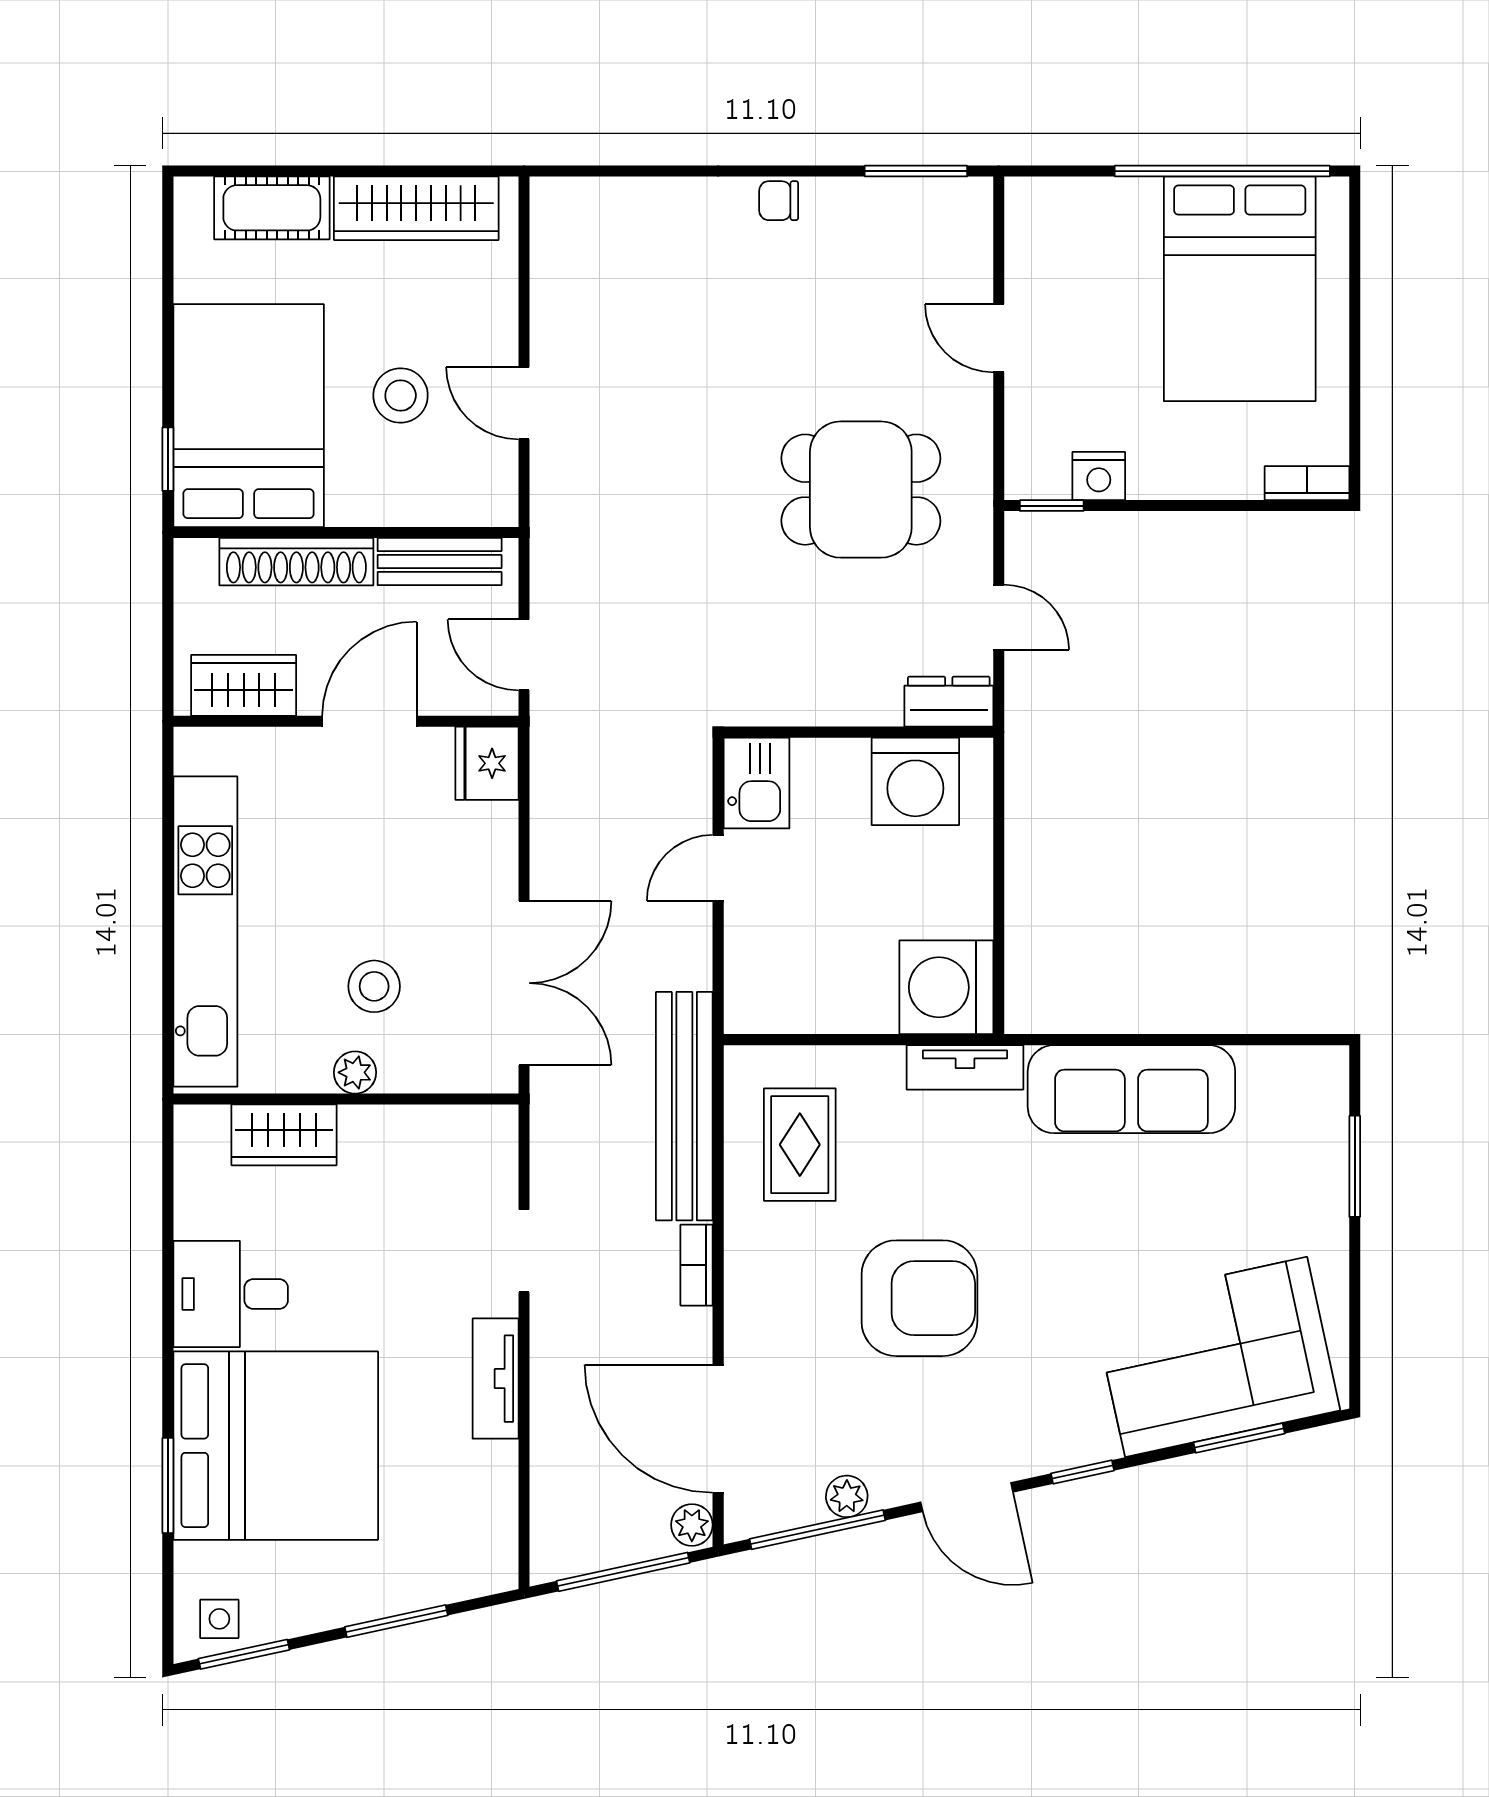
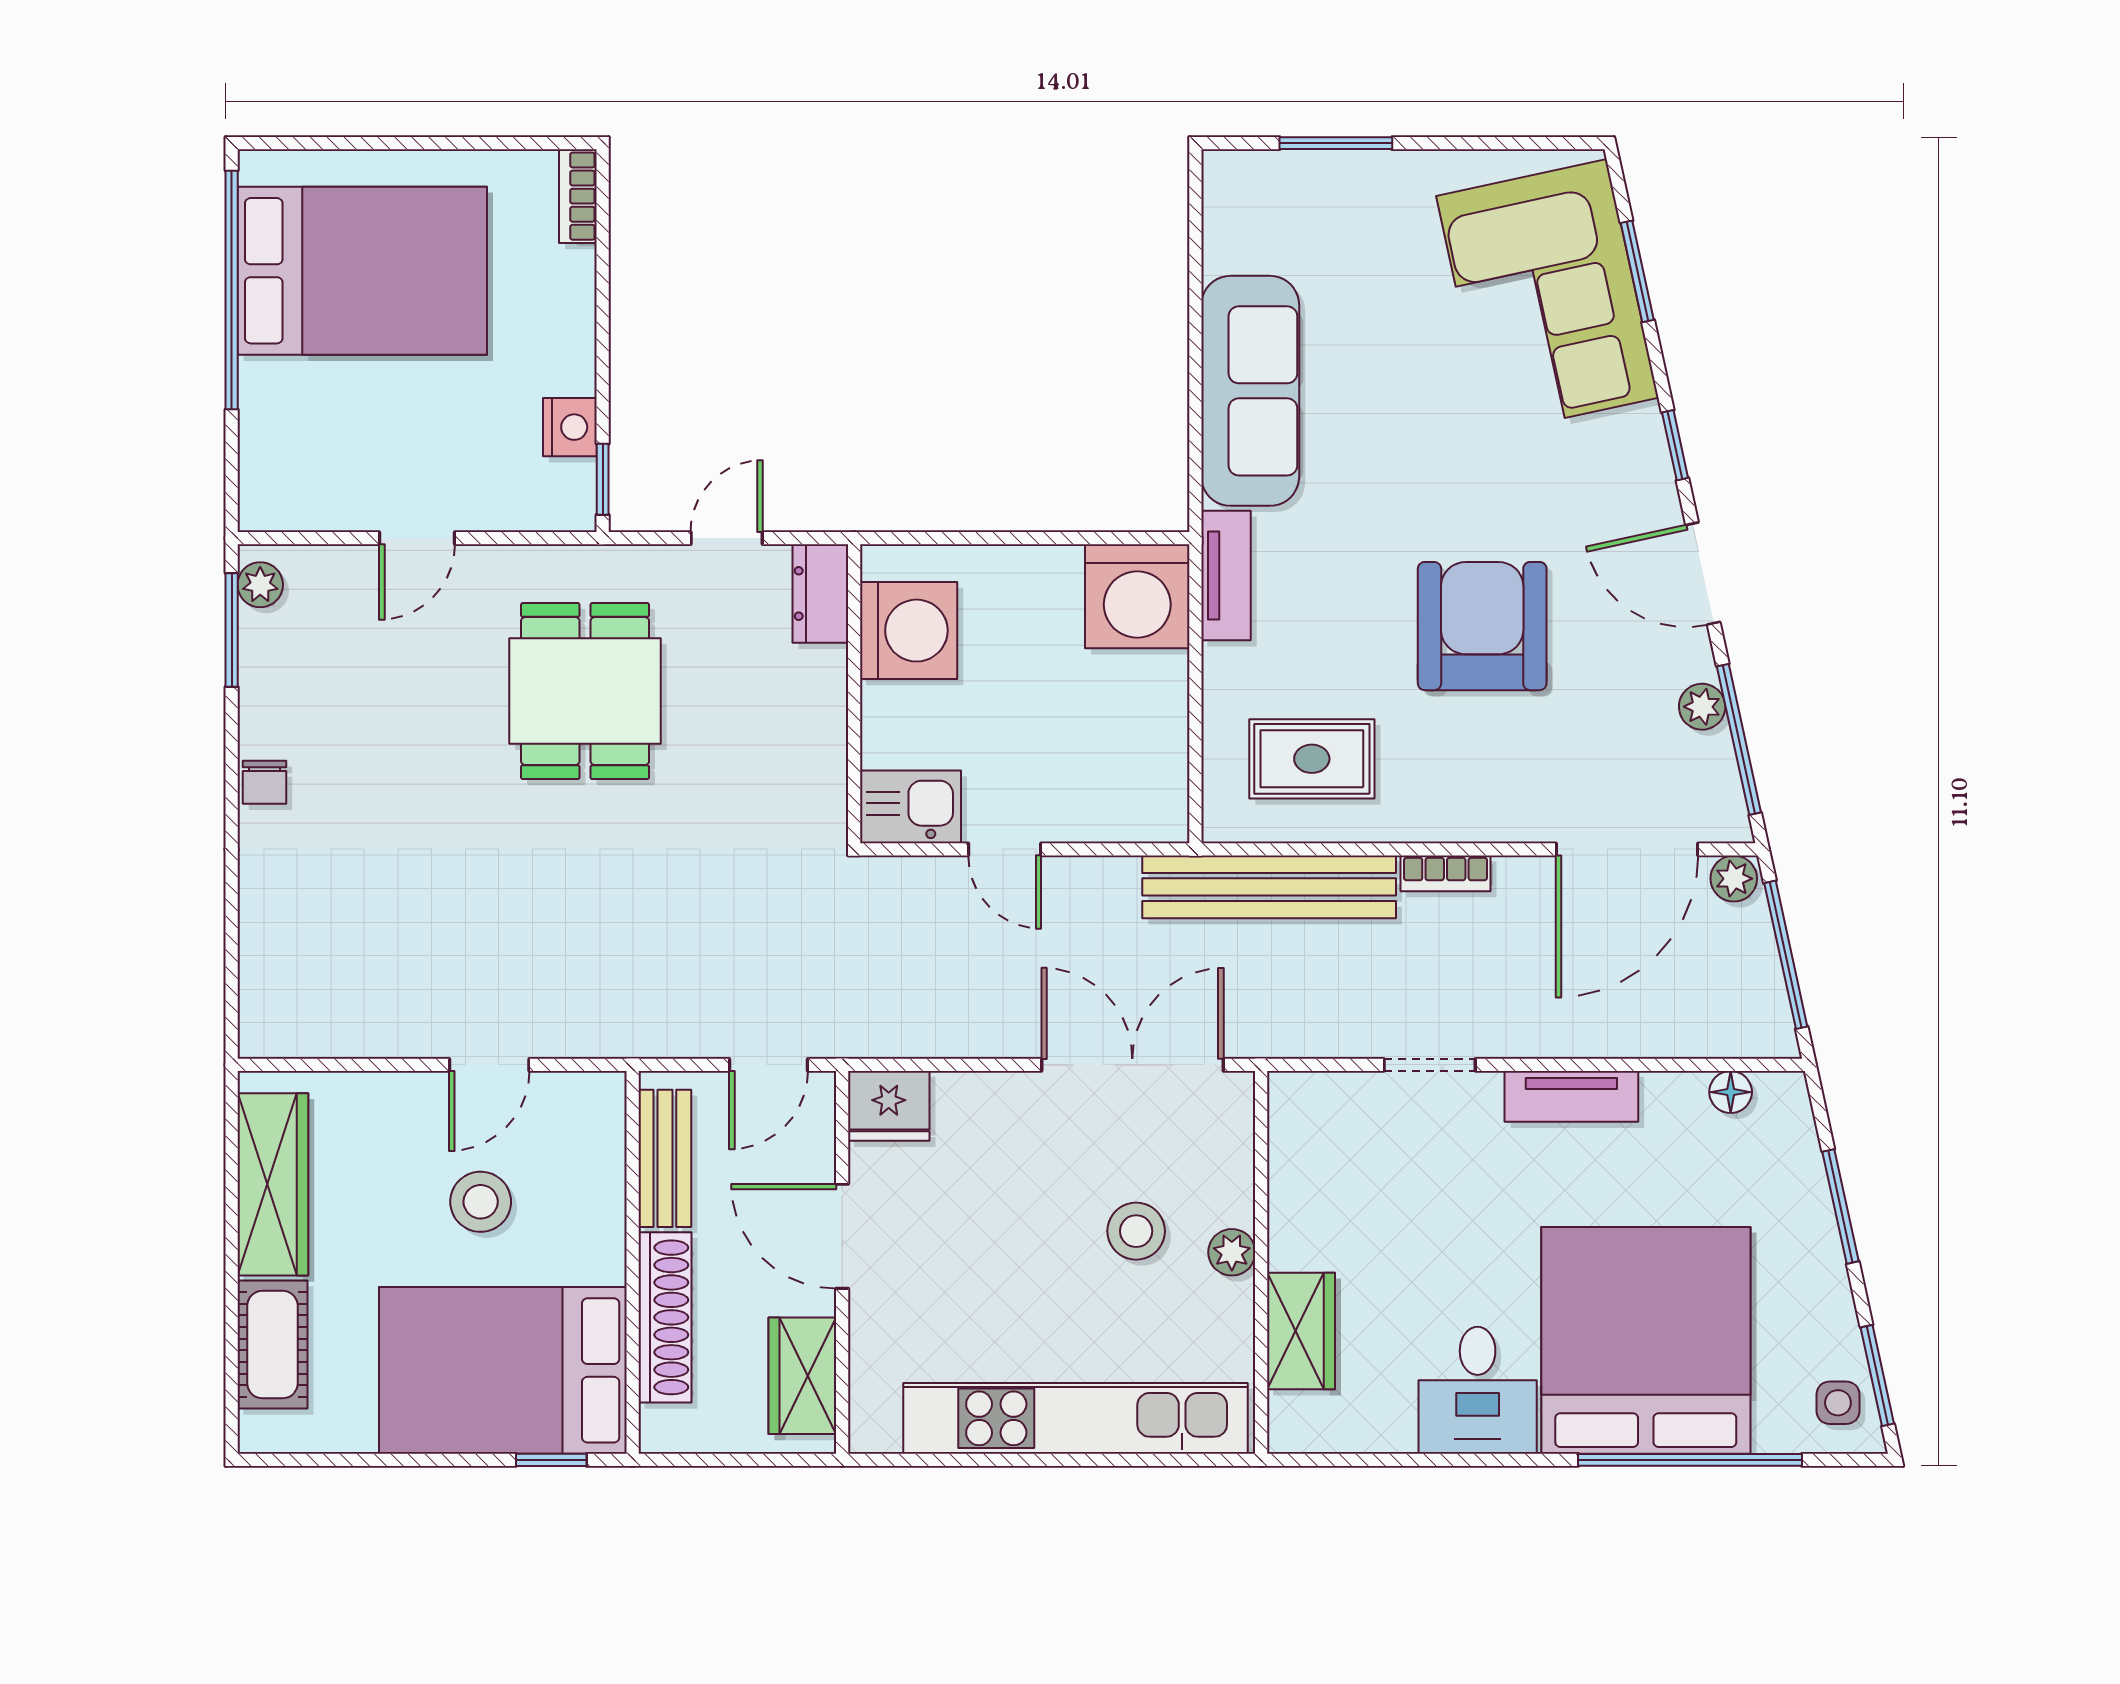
plant: (957, 197) -> (260, 585), added
window: (168, 1486) -> (1690, 1460), width x2.11
door: (967, 1497) -> (1703, 574), swing flipped
floor lamp: (499, 1522) -> (1731, 1092), added

